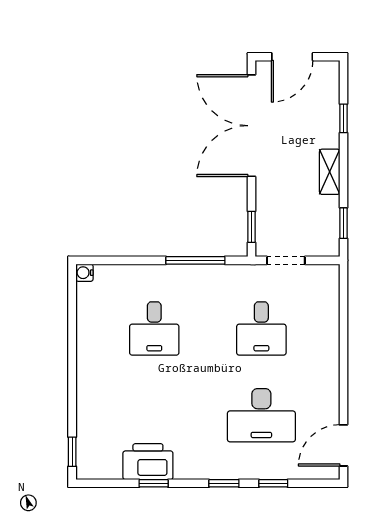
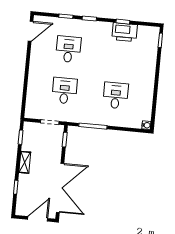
desk: (261, 415) -> (68, 49), width x0.73

